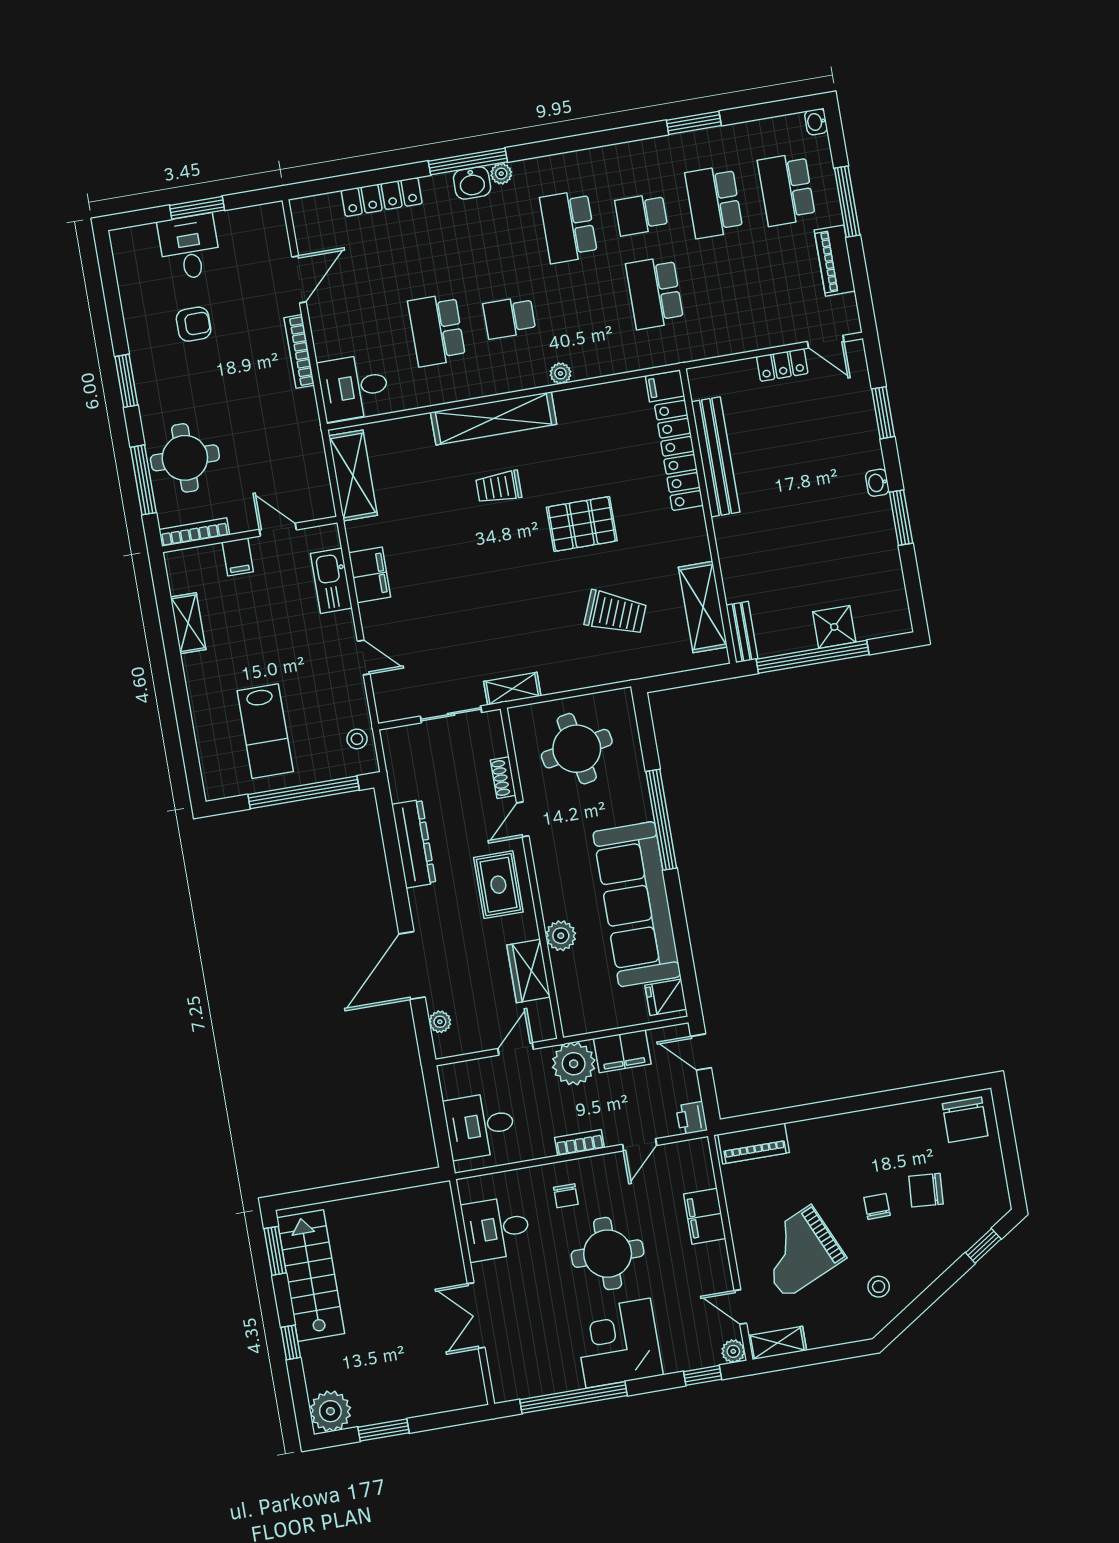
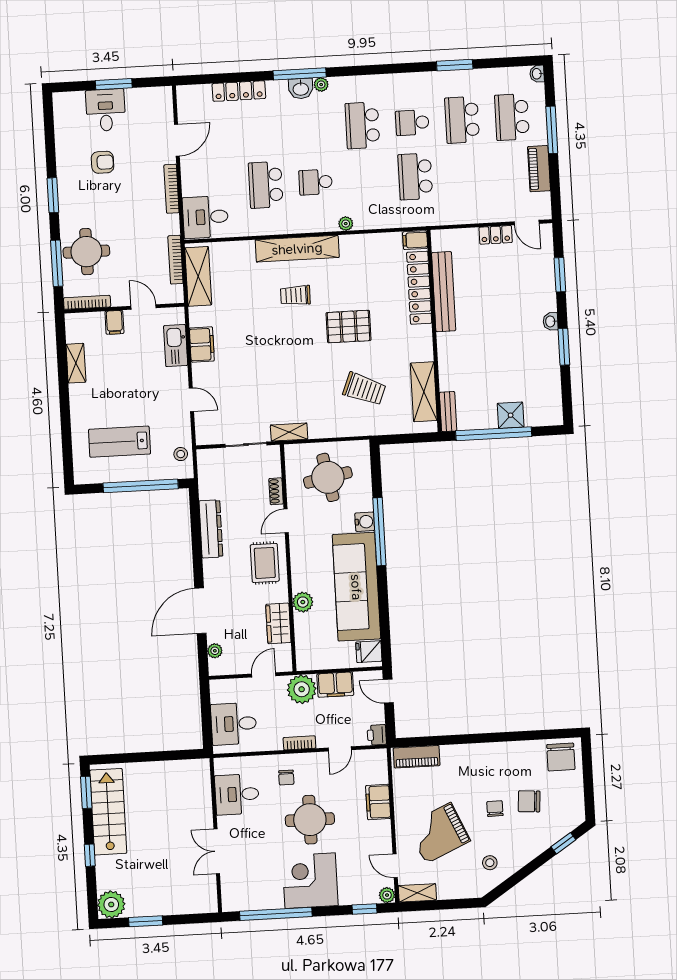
bookcase: (317, 455) -> (175, 260), added
lab bench: (265, 731) -> (119, 442), turned 90
water cooler: (638, 808) -> (365, 522), added

